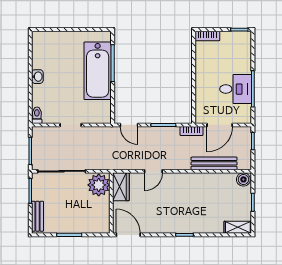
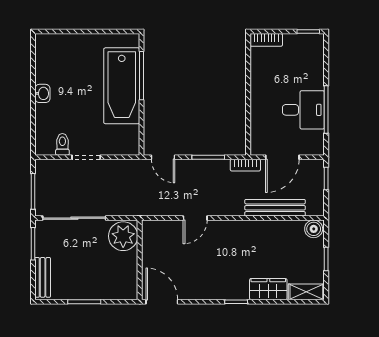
toilet: (37, 115) -> (62, 144), moved
wardrobe: (121, 187) -> (268, 289), moved, turned -90

